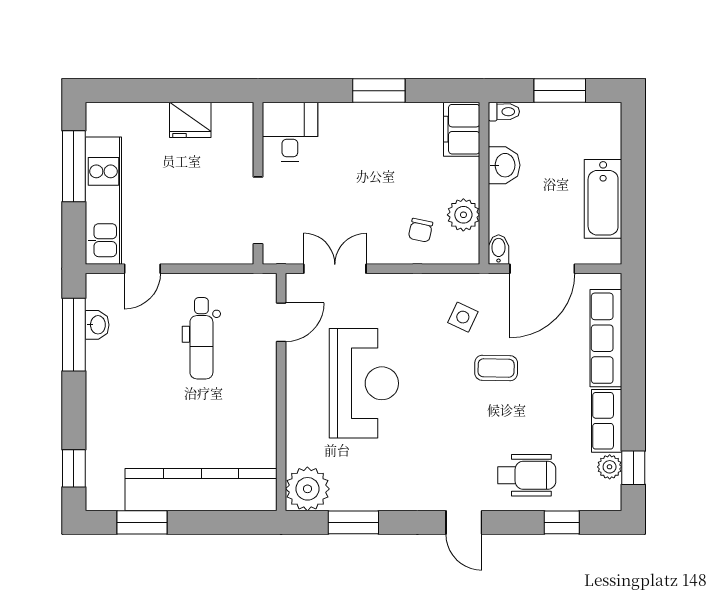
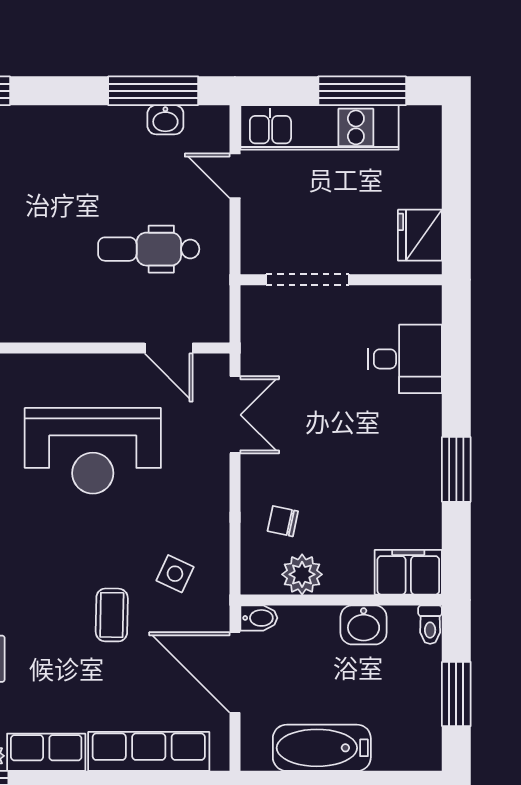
wall: (258, 183) -> (341, 280), moved
doorway: (258, 210) -> (307, 280), moved

